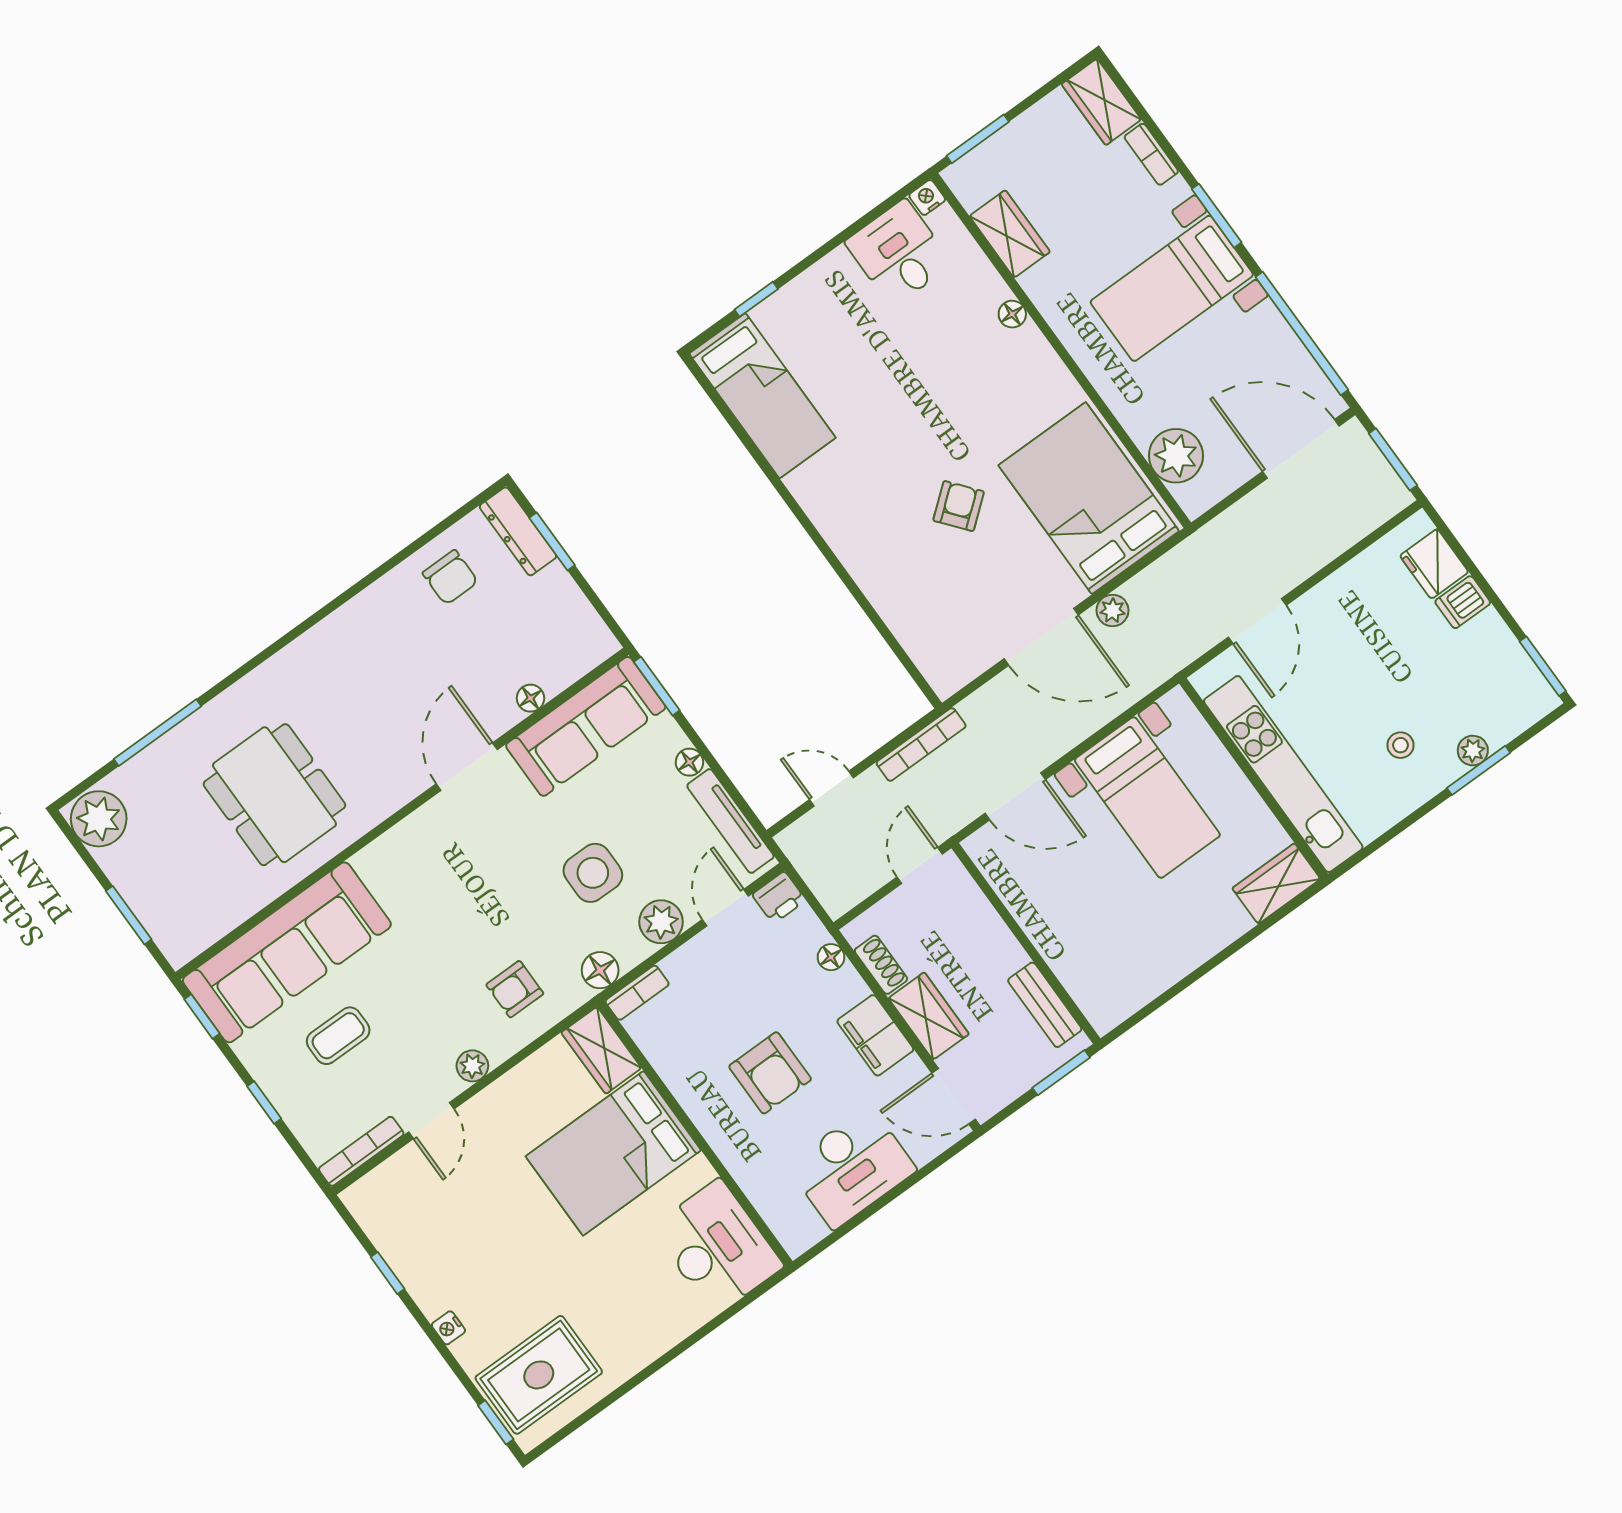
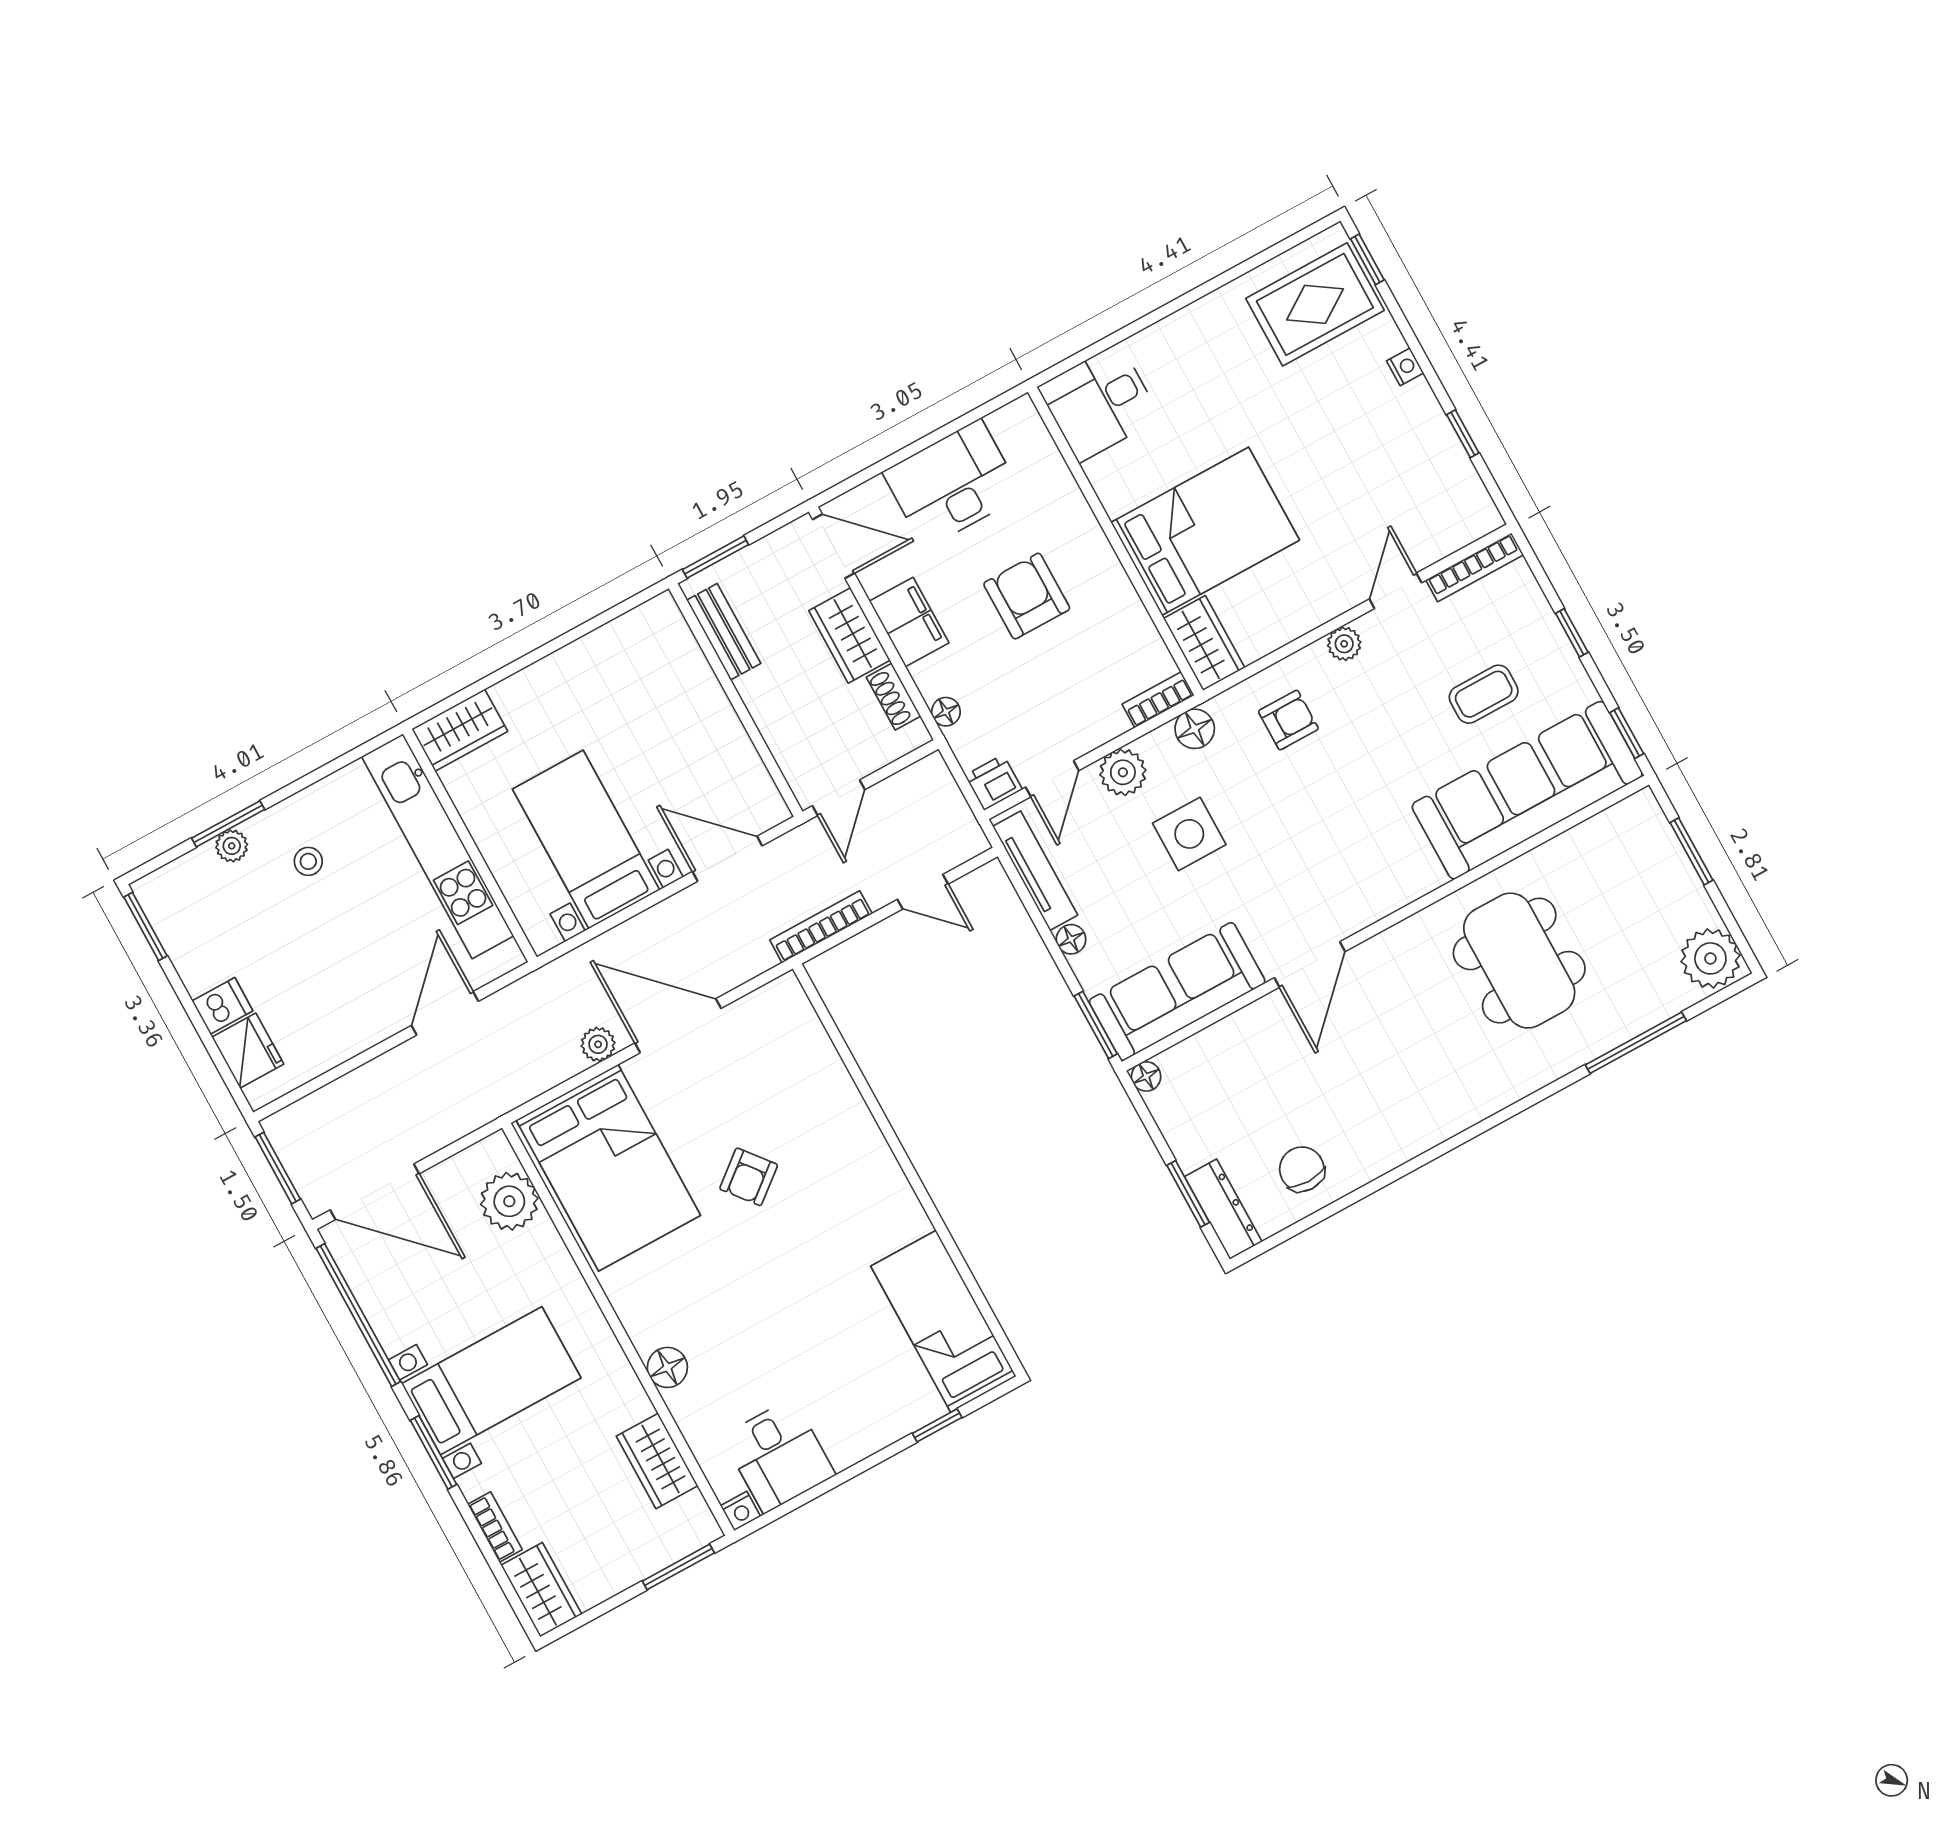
floor lamp: (1012, 314) -> (667, 1367), width x1.37, depth x1.37
floor lamp: (530, 698) -> (1146, 1076), moved
desk: (717, 1247) -> (1099, 403), width x0.73

